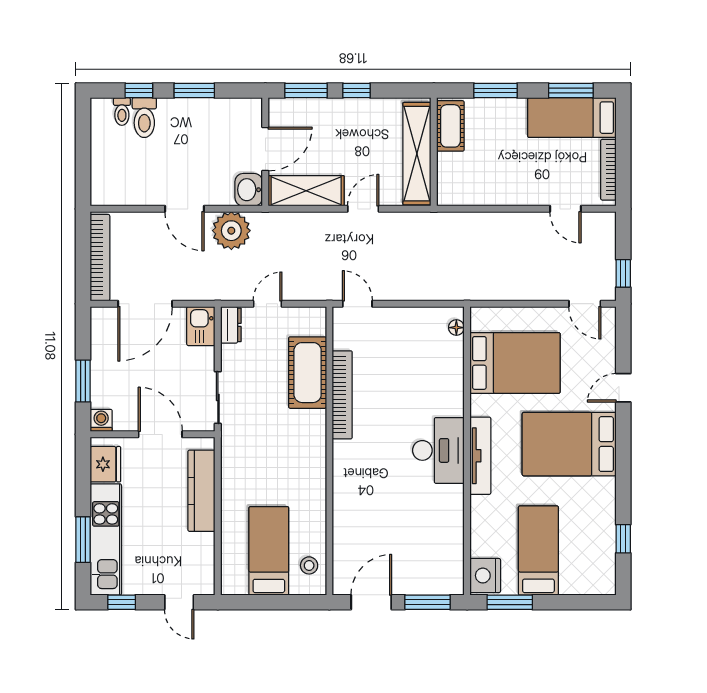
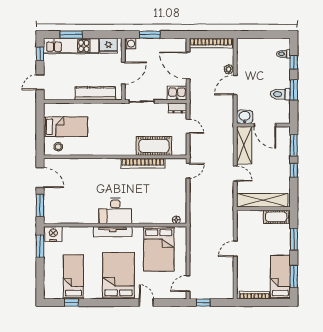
toilet: (144, 118) -> (280, 94), moved
door: (565, 209) -> (235, 249), moved
plant: (231, 231) -> (229, 69), moved, width x0.53, depth x0.53
bed: (538, 551) -> (73, 277), moved, turned -90

